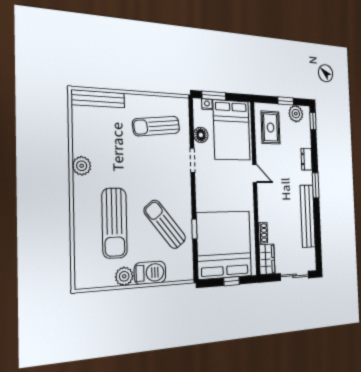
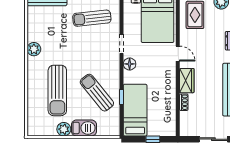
floor lamp: (201, 135) -> (130, 64), moved
bed: (224, 245) -> (135, 110), width x0.49
wardrobe: (267, 259) -> (187, 81), moved

